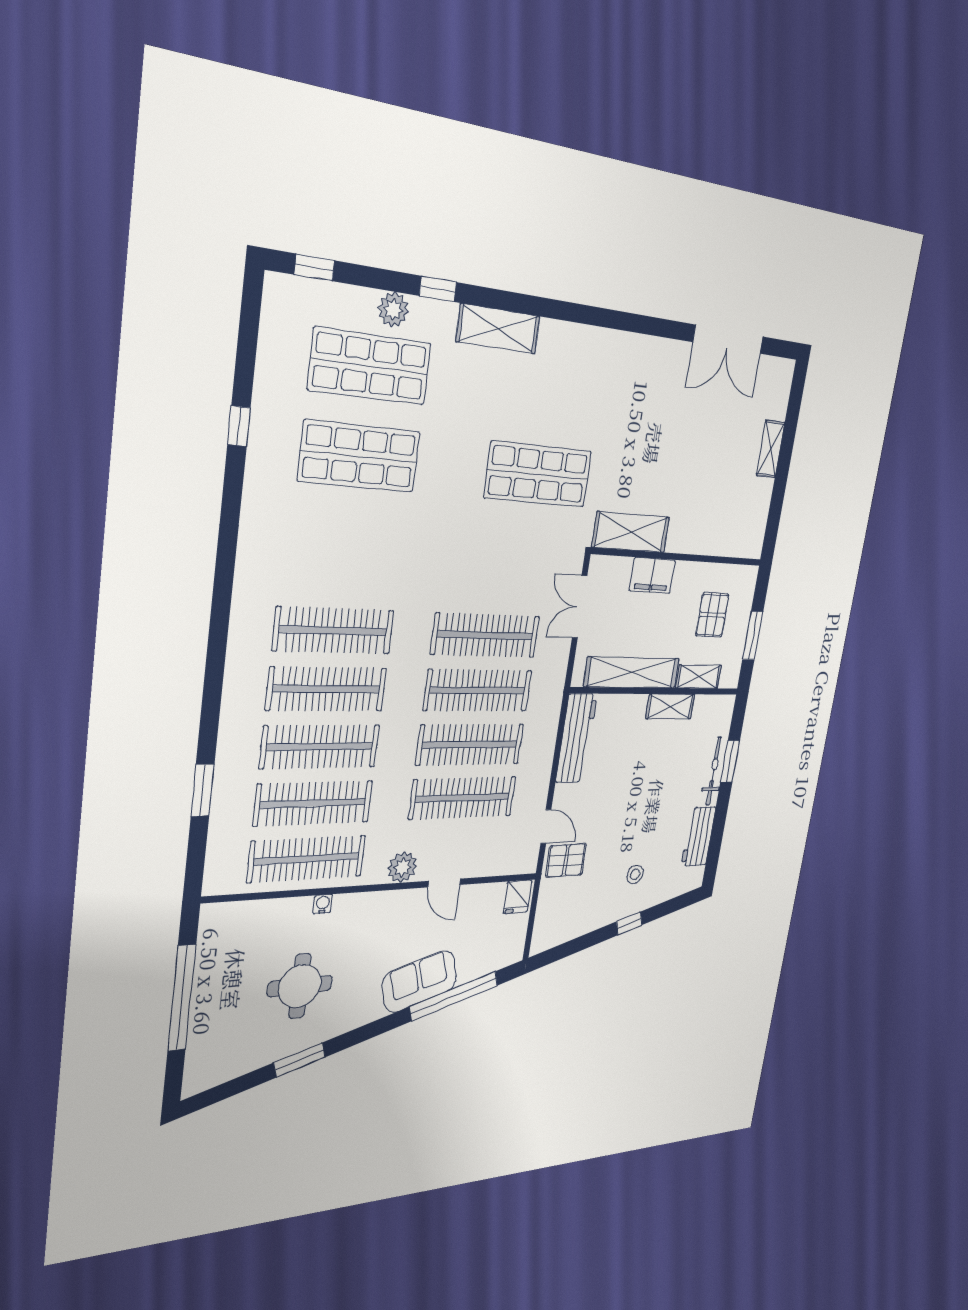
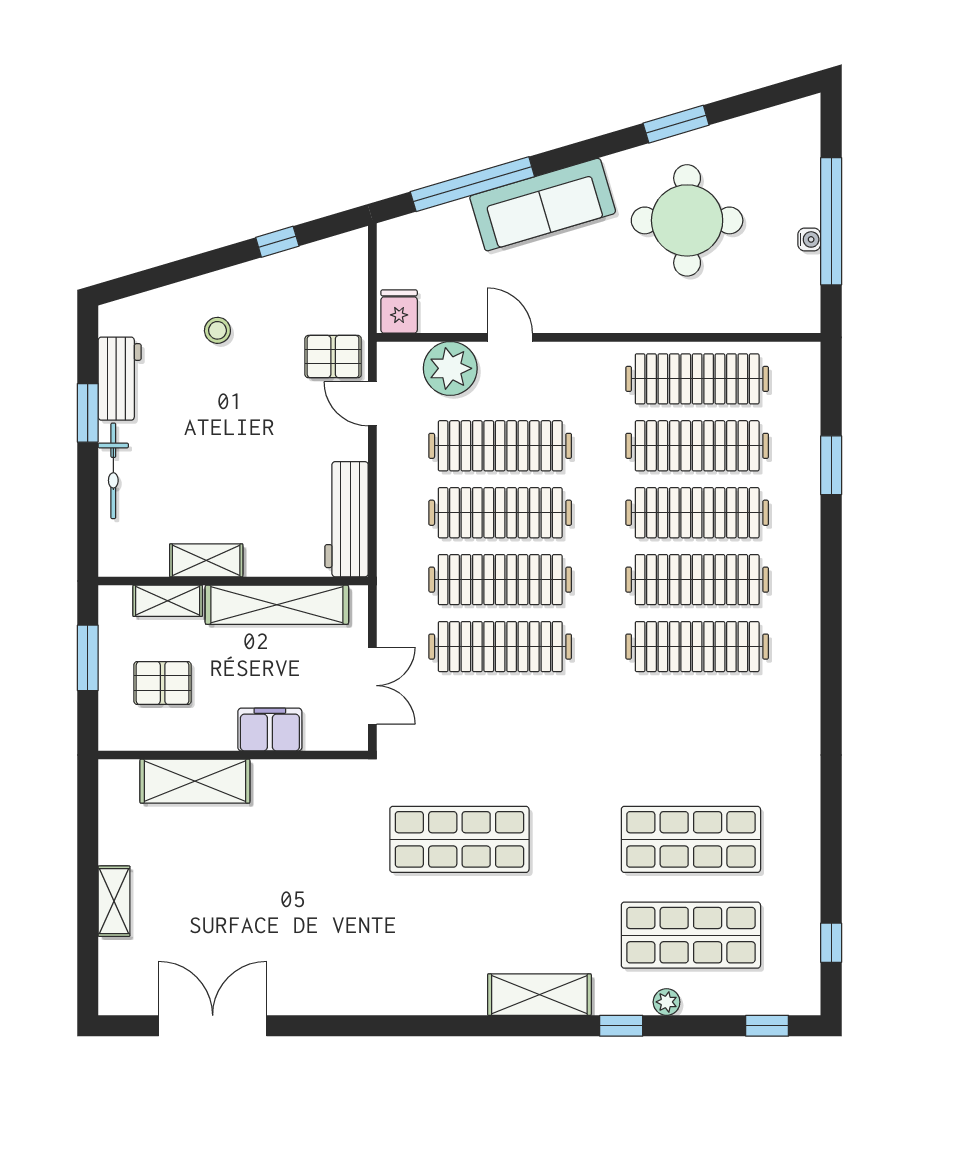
plant: (393, 310) -> (667, 1002), width x0.73, depth x0.73
window: (239, 426) -> (831, 943), moved
shelving: (631, 532) -> (195, 781), moved
pallet: (712, 615) -> (163, 683), turned 90
window: (730, 761) -> (88, 413), moved
plant: (402, 867) -> (450, 368), moved, width x1.36, depth x1.36
water cooler: (323, 904) -> (809, 239), moved, turned -90
window: (629, 923) -> (277, 242), moved
sofa: (420, 981) -> (543, 205), width x1.36
round table: (300, 986) -> (687, 220), width x1.36, depth x1.36

